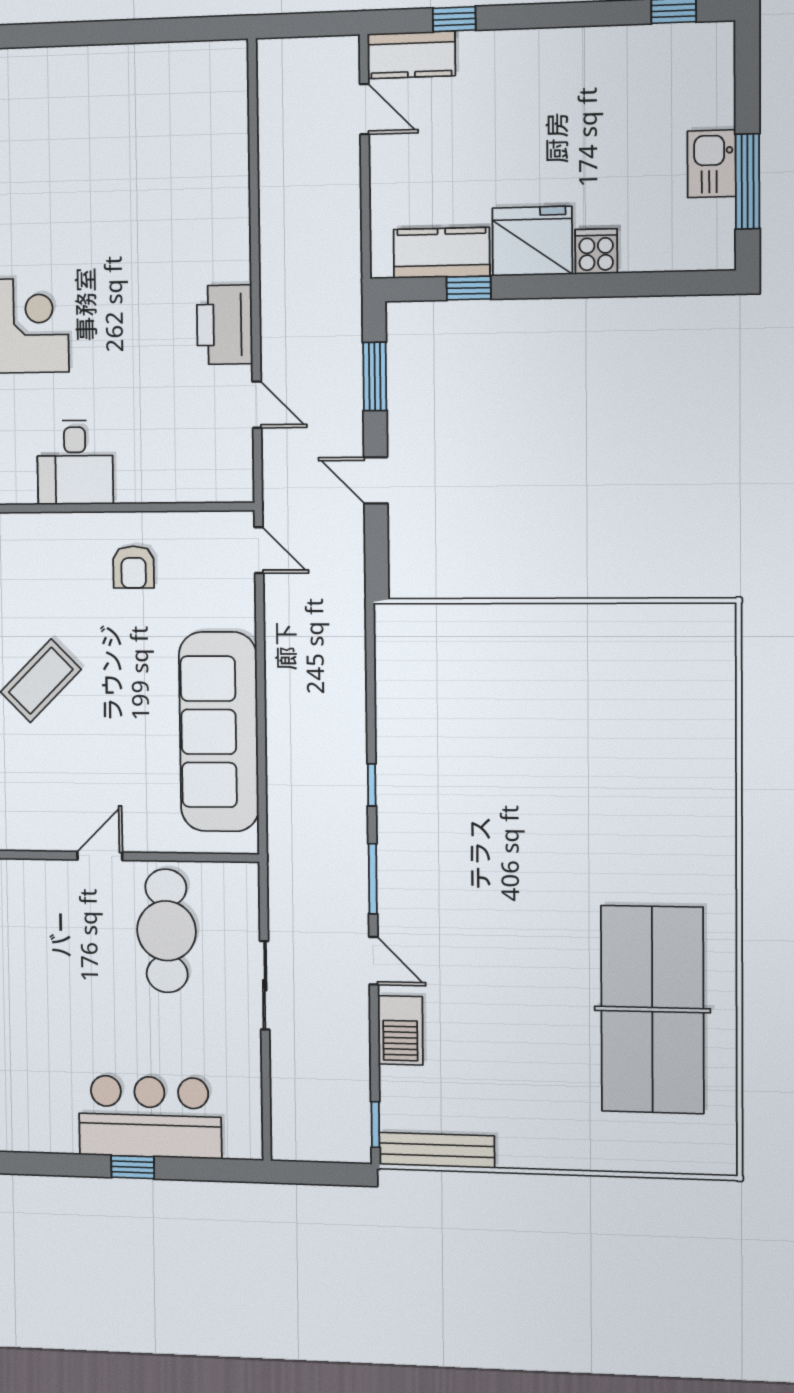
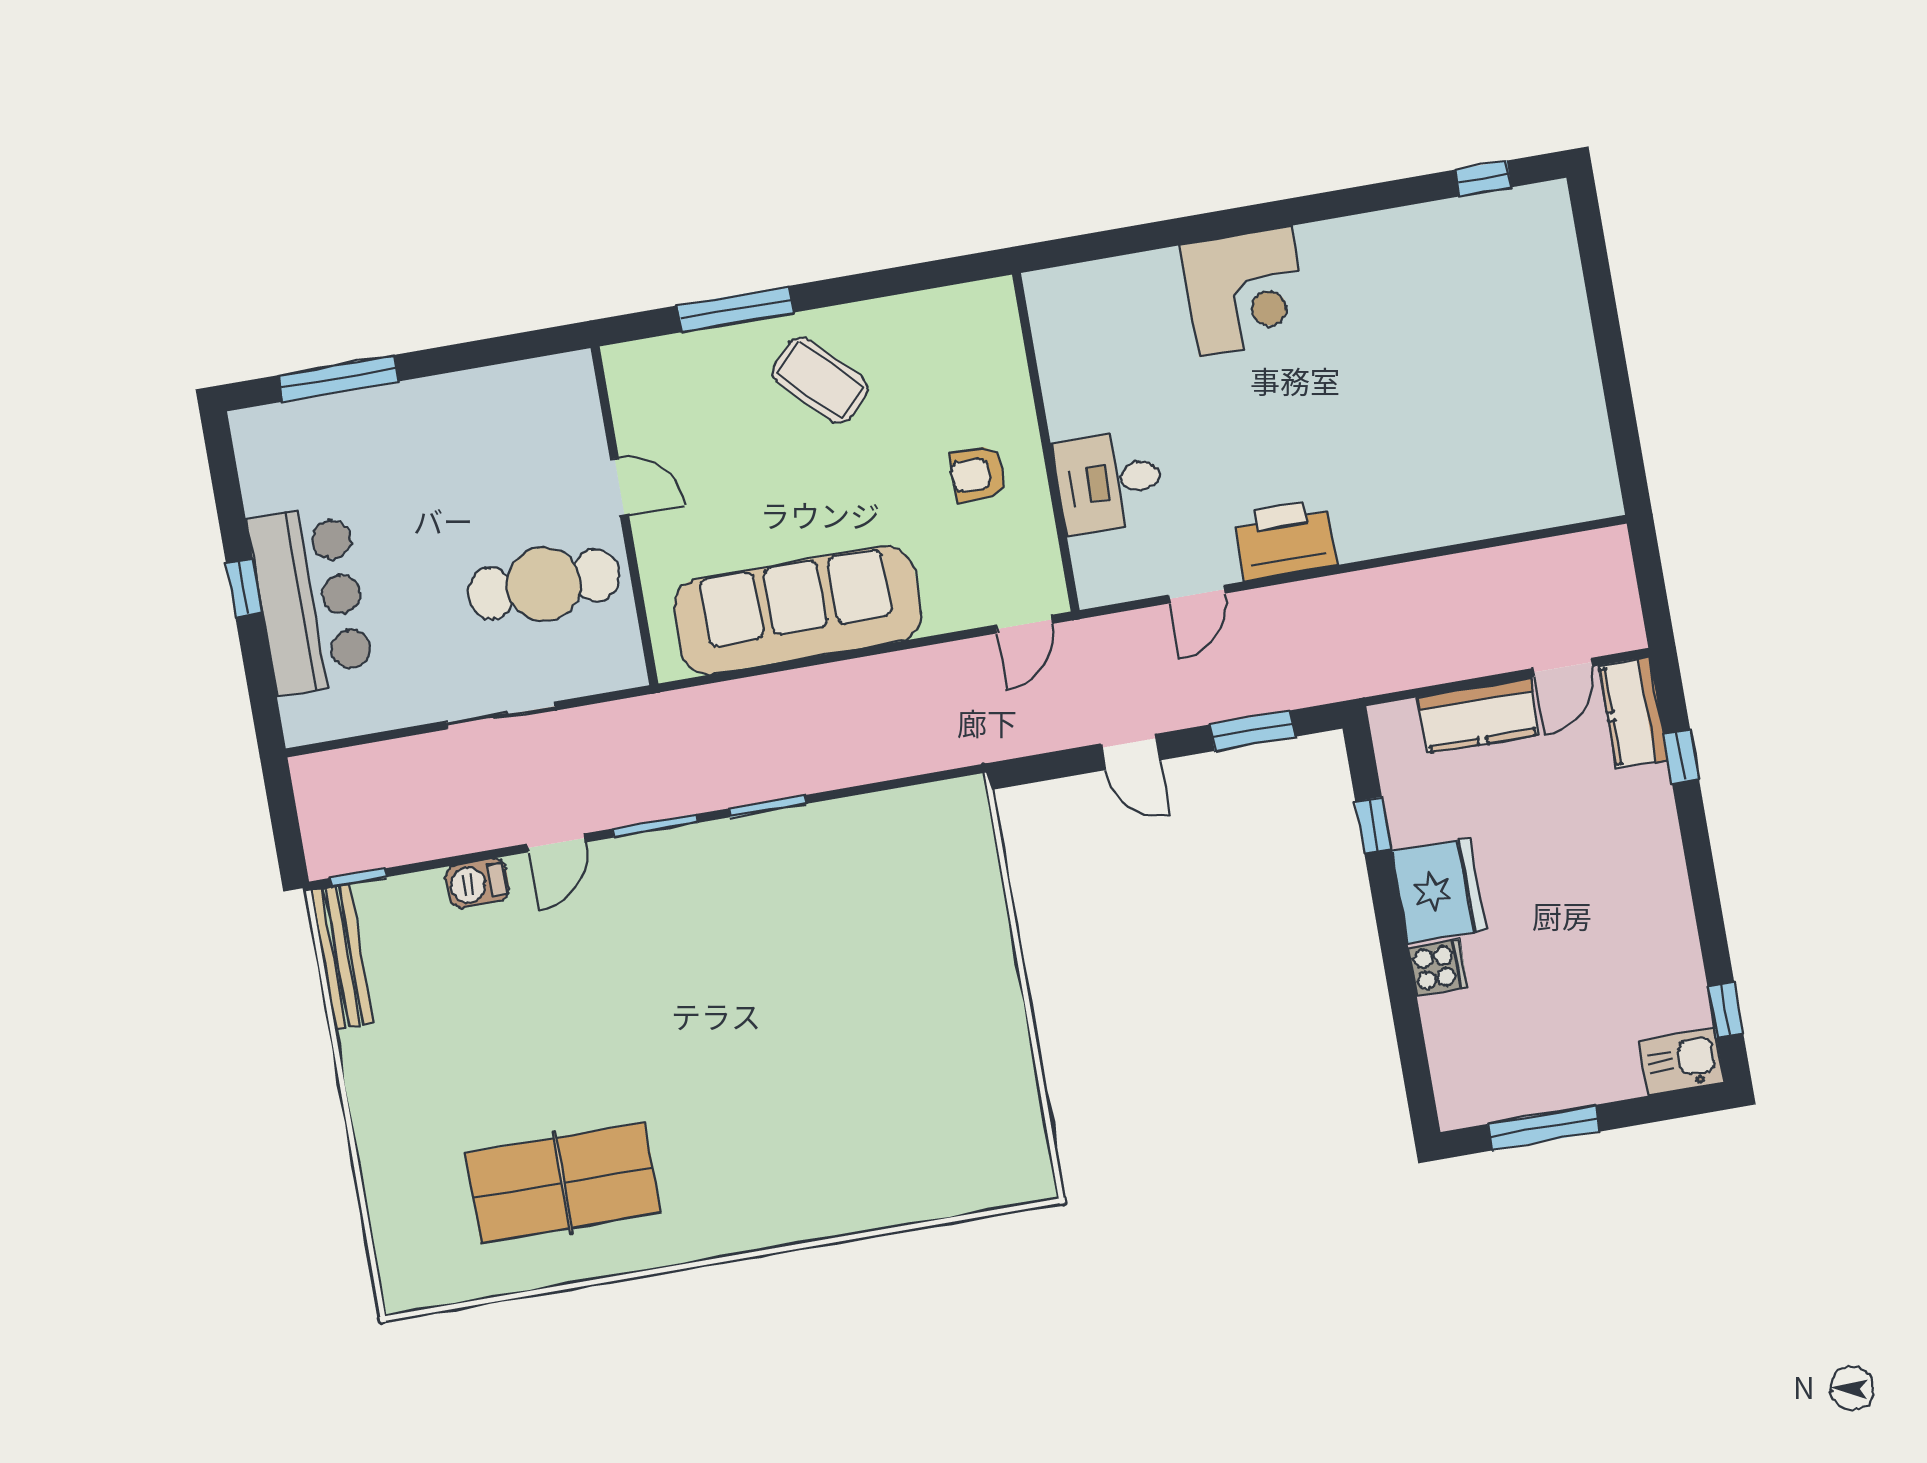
kitchen sink: (712, 164) -> (1682, 1062), moved
kitchen counter: (442, 253) -> (1479, 716), moved, turned 90
desk: (75, 462) -> (1109, 481), moved
door: (376, 480) -> (1130, 752), swing flipped
window: (372, 785) -> (768, 806), width x1.50
table tennis table: (652, 1010) -> (563, 1183), width x0.73, depth x0.76
barbecue: (400, 1030) -> (478, 883), width x0.73, depth x0.79

